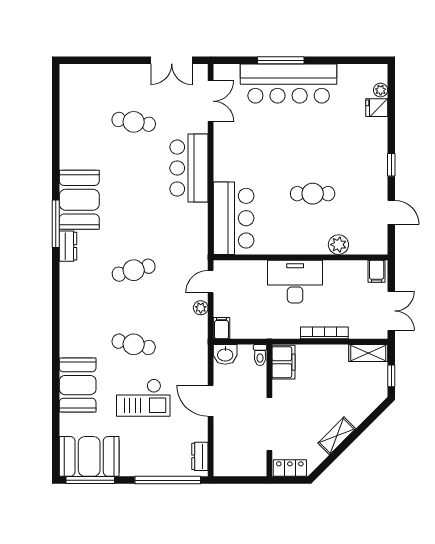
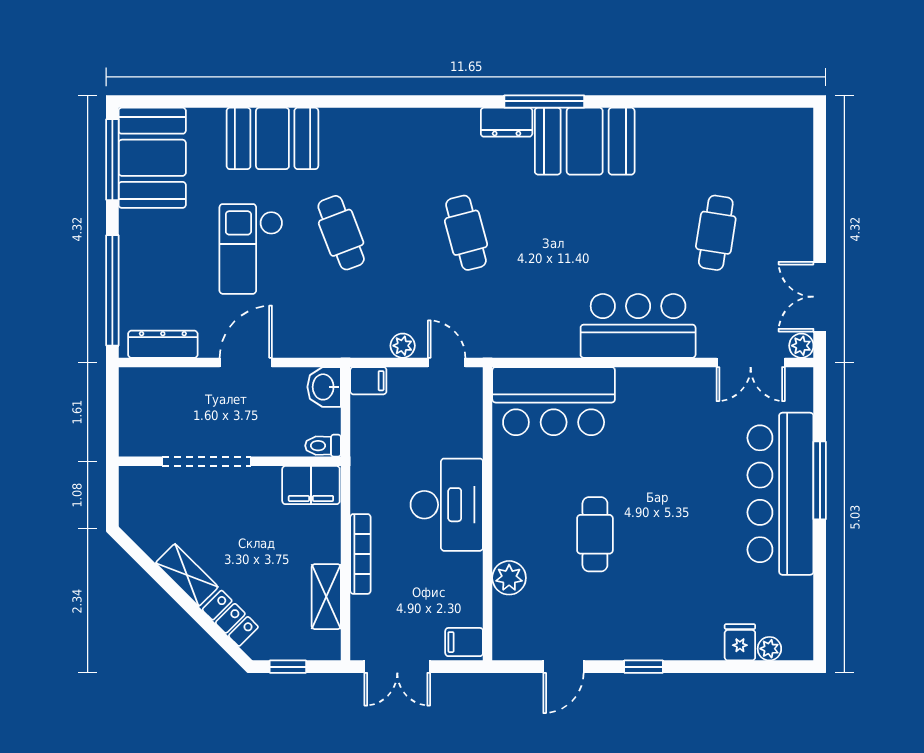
plant: (201, 71) -> (801, 346), added
cafe table: (134, 344) -> (341, 233), turned -33
shelving: (368, 353) -> (326, 597), moved
dresser: (200, 456) -> (163, 344), width x1.44
locker: (290, 468) -> (230, 618), moved, turned -45

